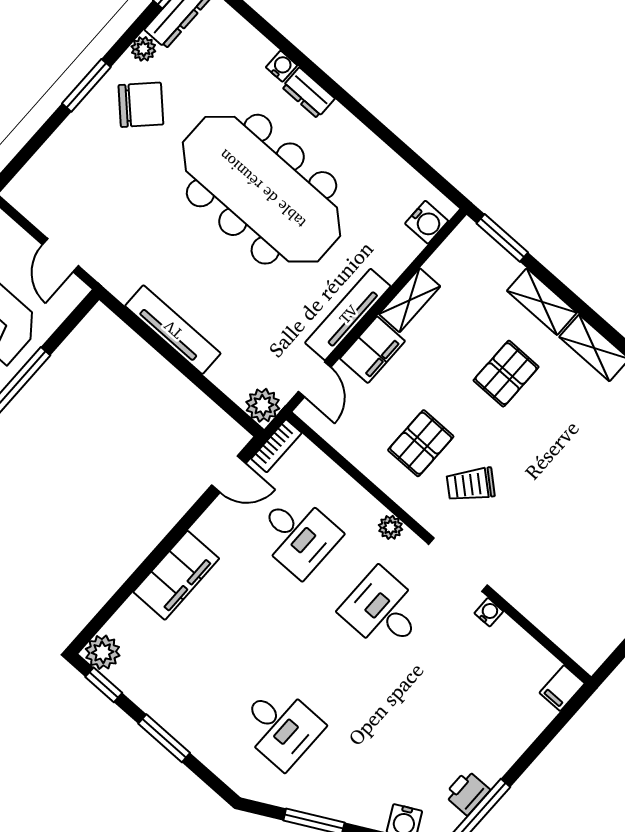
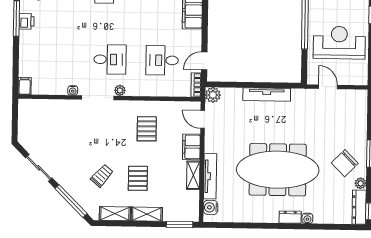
tv unit: (348, 314) -> (210, 176), moved
trolley: (471, 485) -> (102, 176), moved
plant: (390, 527) -> (120, 90), moved

